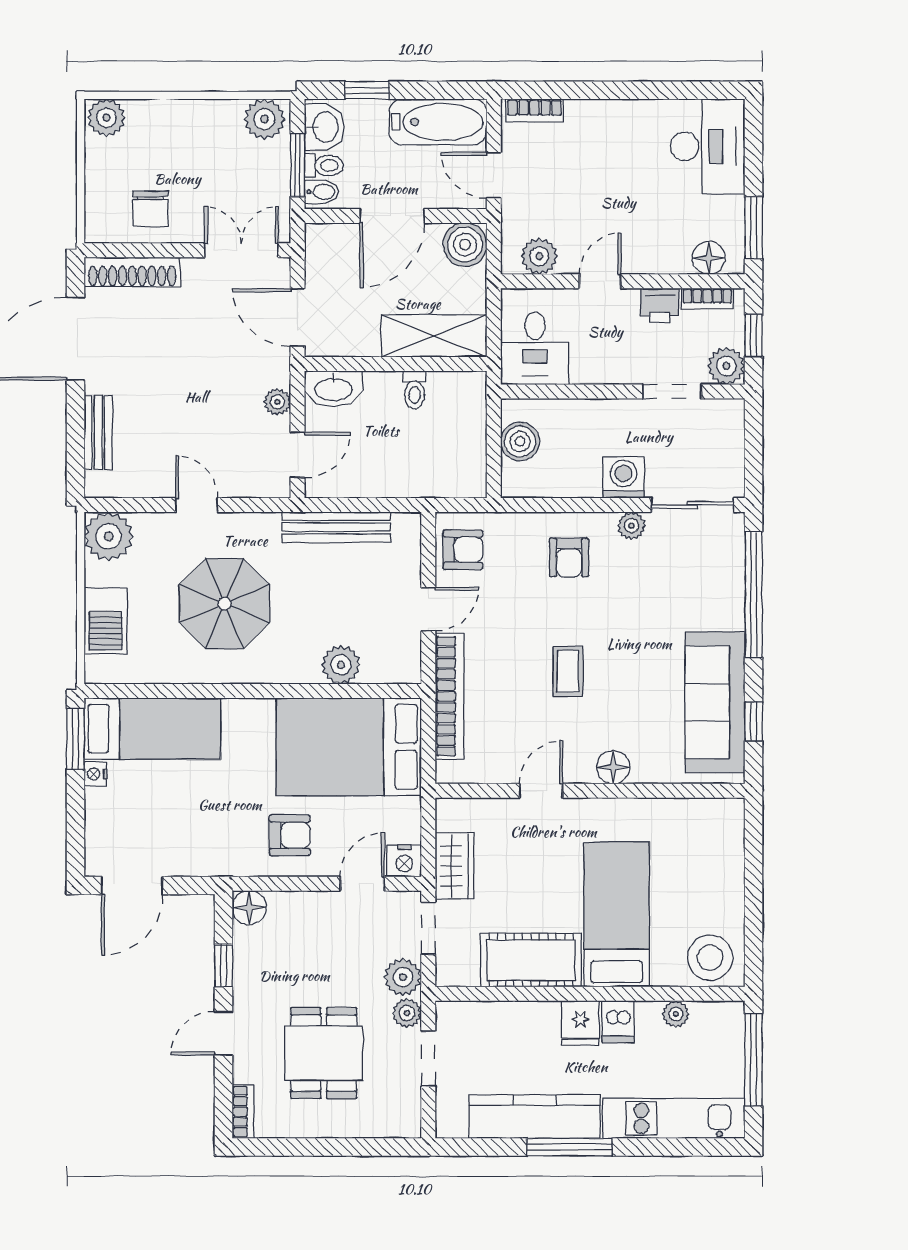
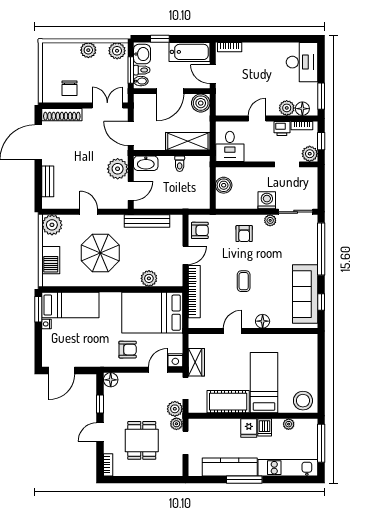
plant: (106, 118) -> (88, 50), moved
plant: (539, 256) -> (287, 108), moved
plant: (277, 402) -> (118, 169), width x1.88, depth x1.88

